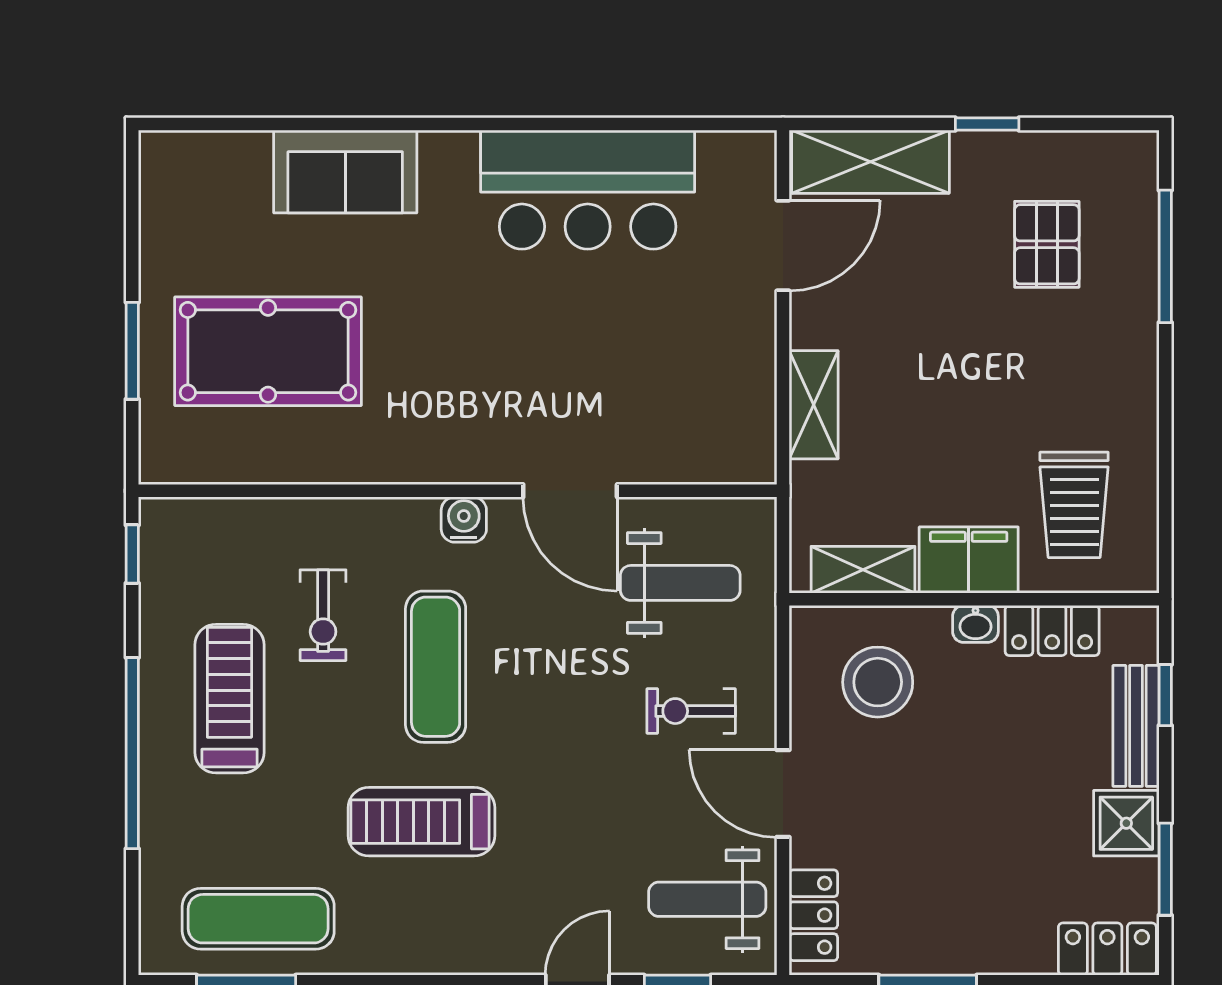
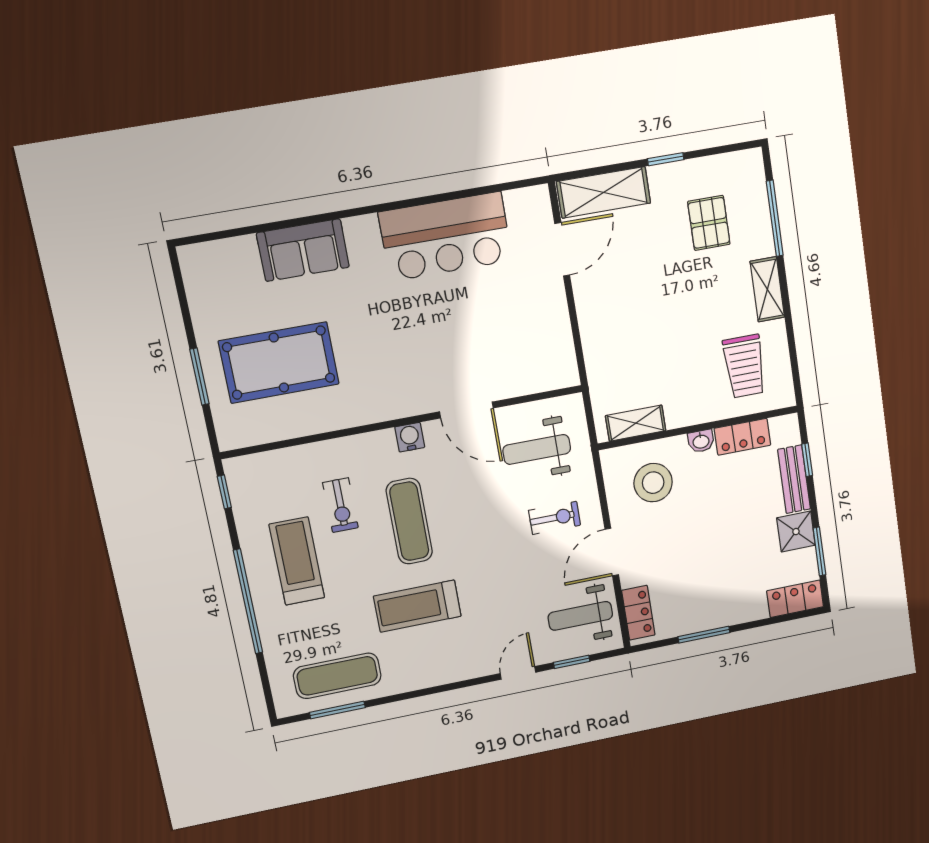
shelving: (814, 405) -> (767, 289), moved
filing cabinet: (969, 560) -> (692, 407), removed
weight bench: (680, 583) -> (537, 449), turned 180
exercise bike: (691, 711) -> (555, 518), turned 180
door: (783, 794) -> (612, 552), hinge flipped

